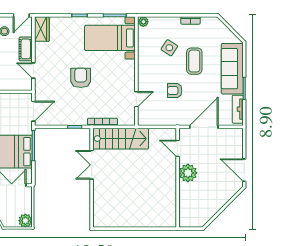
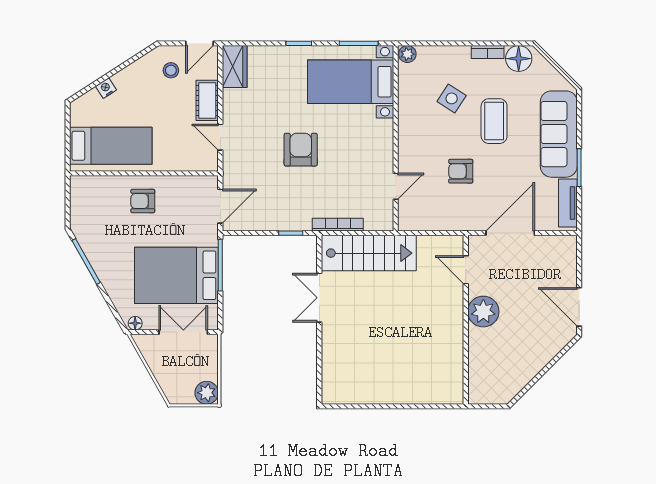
floor lamp: (209, 24) -> (519, 59), added

